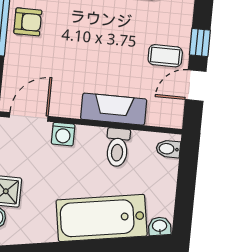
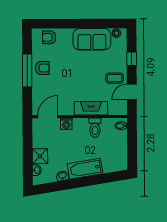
window: (200, 43) -> (132, 59), moved
bathtub: (102, 218) -> (85, 169), width x0.73, depth x0.73
washbasin: (160, 226) -> (62, 176), moved

